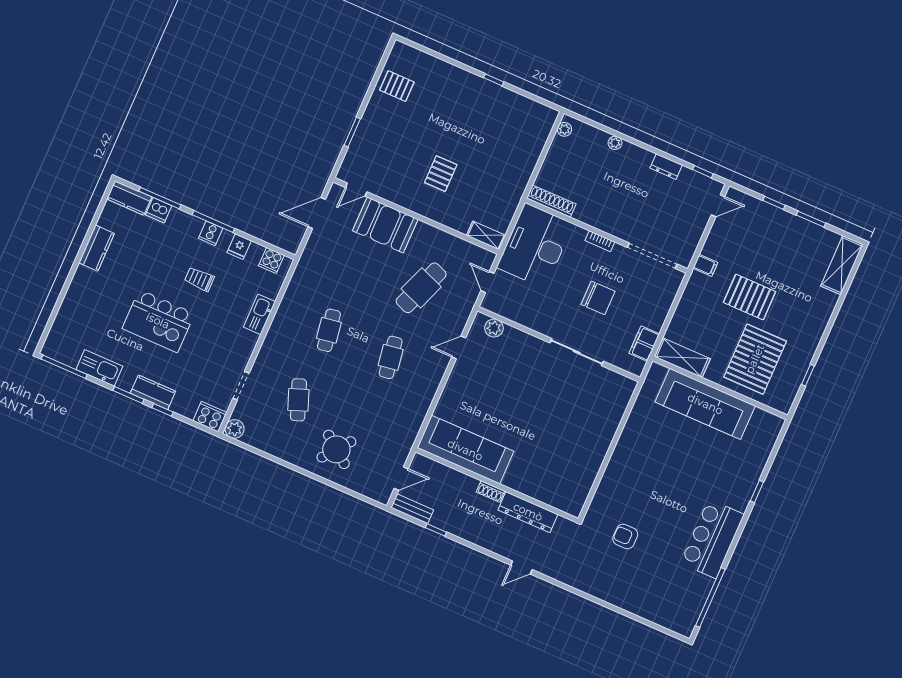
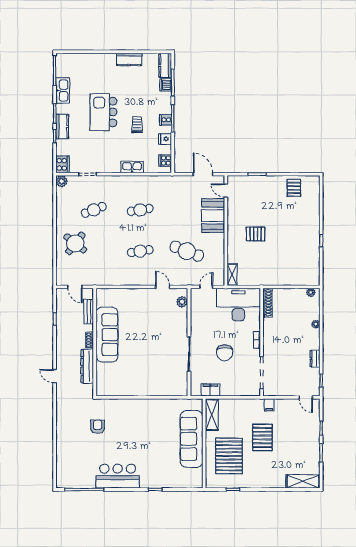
pallet: (755, 359) -> (229, 456), turned 90
sofa: (465, 450) -> (107, 335), moved
bench: (412, 509) -> (89, 312), moved

